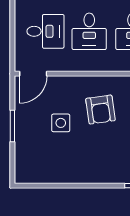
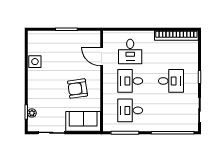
door: (33, 74) -> (102, 57), moved
side table: (61, 123) -> (35, 62), moved

